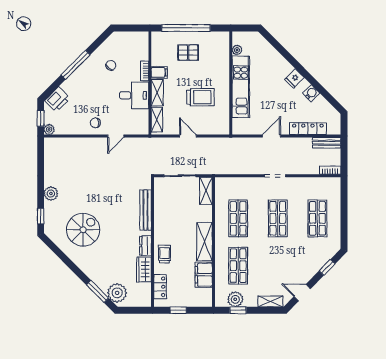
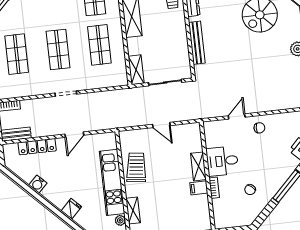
pallet: (188, 52) -> (171, 212), removed
fridge: (294, 79) -> (71, 209), moved
trolley: (200, 97) -> (136, 167), moved, turned 97
shelving: (157, 120) -> (133, 211), moved

